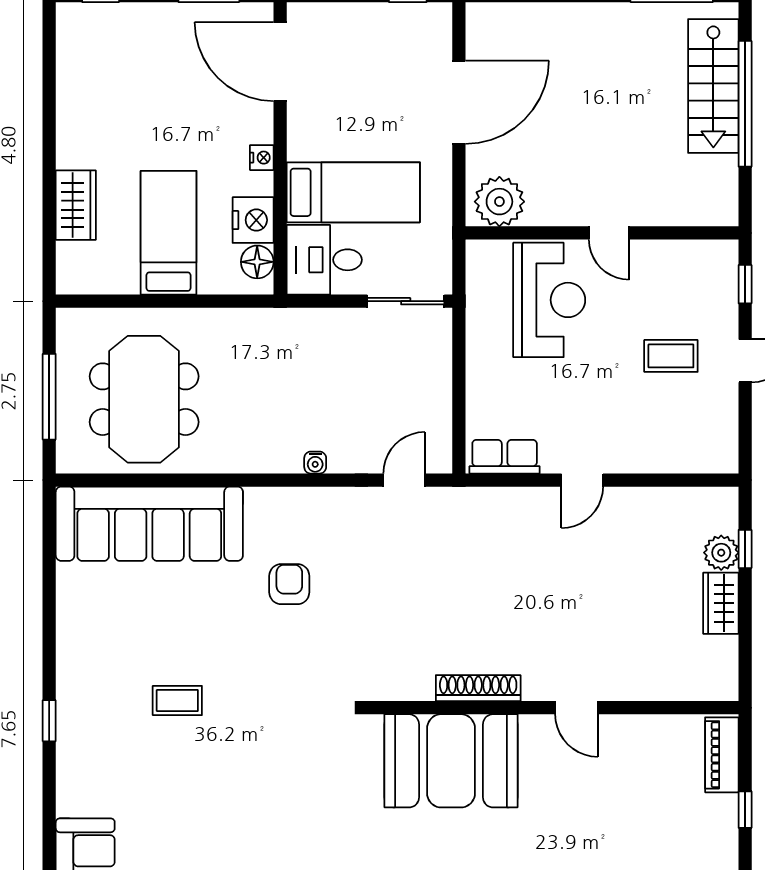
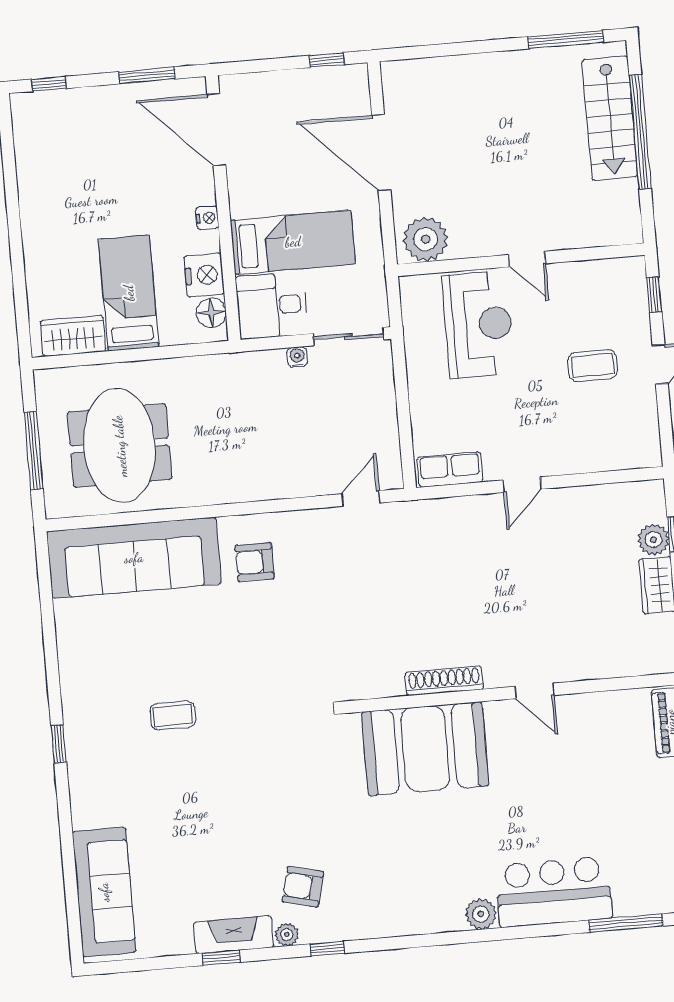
door: (459, 102) -> (381, 153), swing flipped
wardrobe: (76, 205) -> (73, 336), moved, turned -90
water cooler: (315, 463) -> (297, 357), moved, turned 180
armchair: (289, 584) -> (255, 562), moved, turned -90

